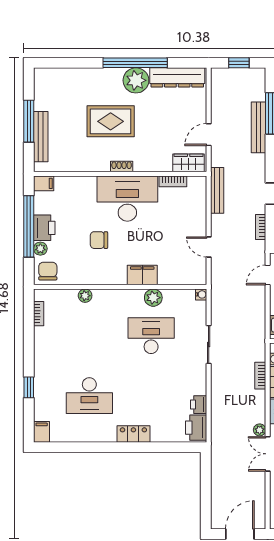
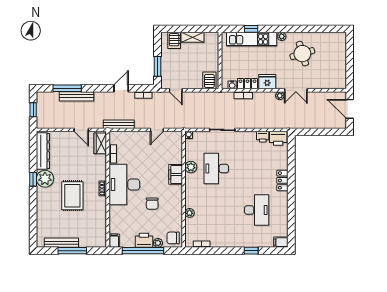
window: (135, 63) -> (33, 179), width x0.32
bench: (41, 137) -> (61, 243), moved

